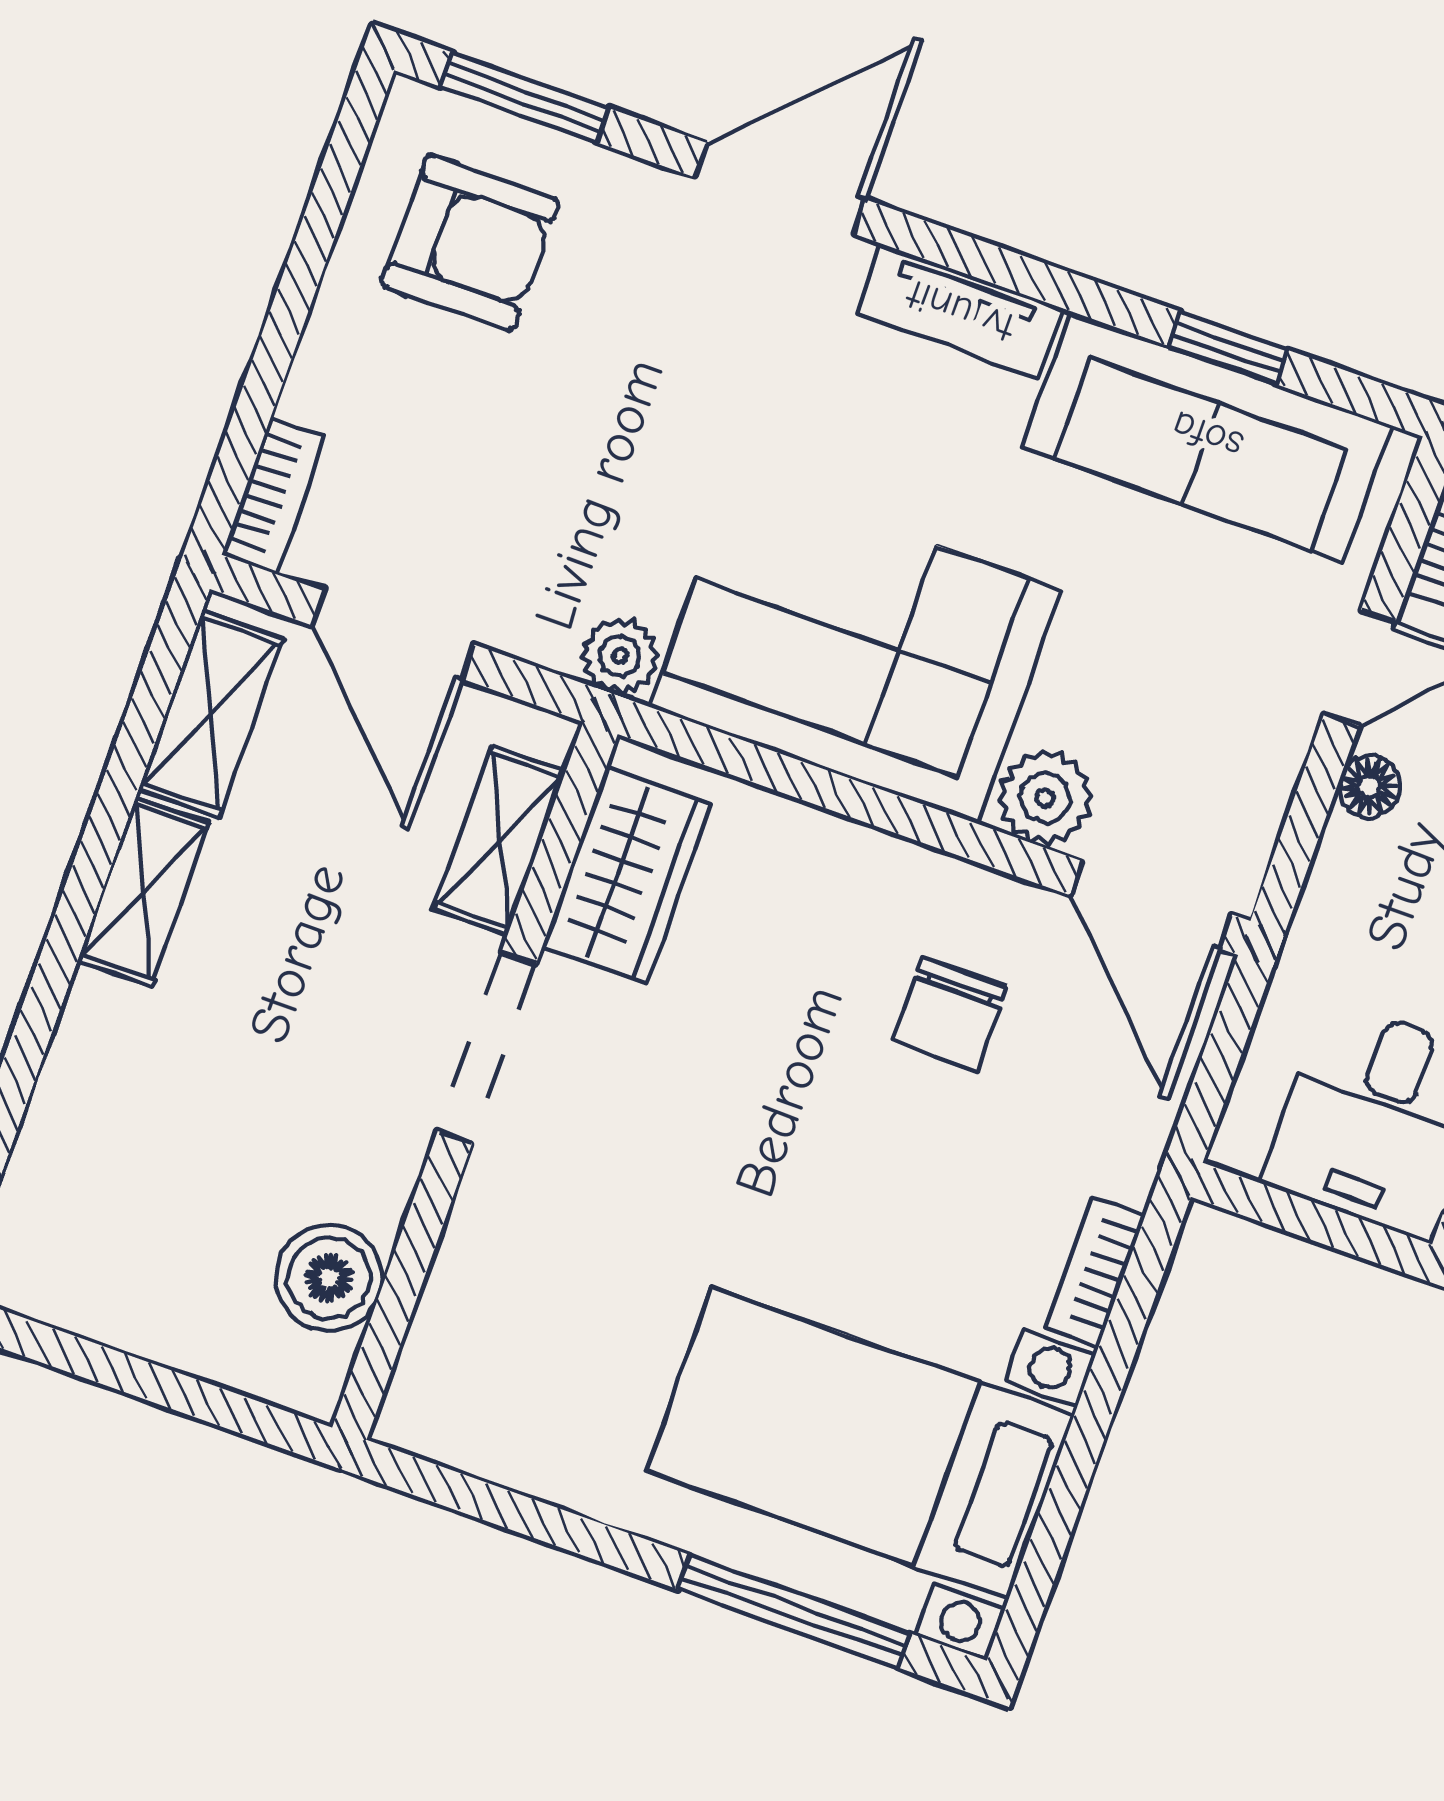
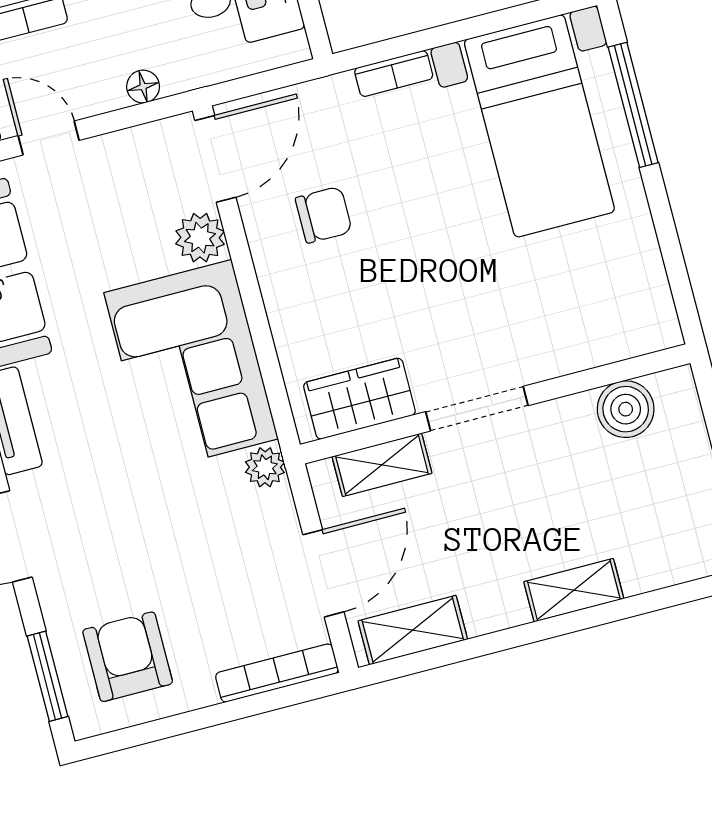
bookcase: (273, 496) -> (277, 673), width x1.56
floor lamp: (1369, 787) -> (143, 87), moved
shelving: (143, 891) -> (574, 590), moved

